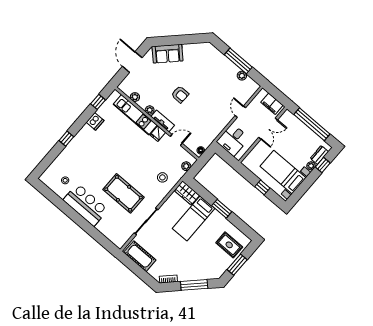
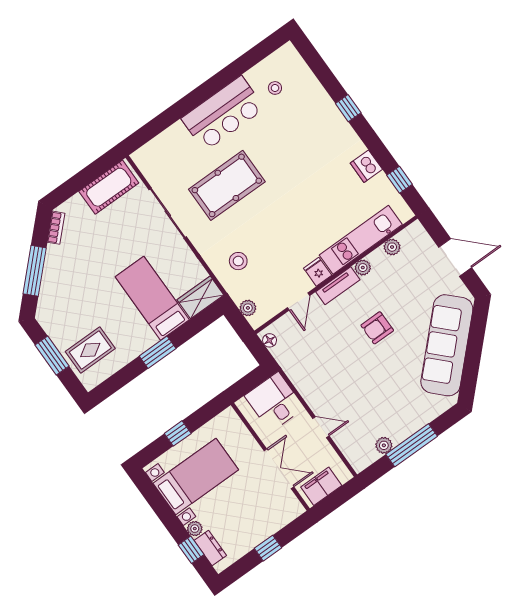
sofa: (168, 54) -> (447, 345), width x1.85, depth x1.27
window: (312, 124) -> (268, 548), width x0.32
double door: (268, 129) -> (279, 469), swing flipped

